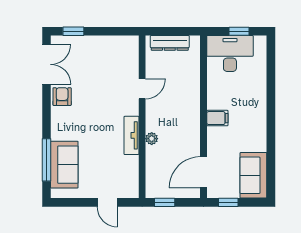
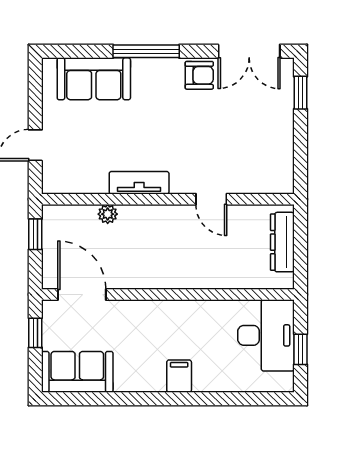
filing cabinet: (217, 118) -> (179, 376), moved, turned 180
plant: (152, 139) -> (108, 214), moved
window: (47, 160) -> (146, 51), moved

